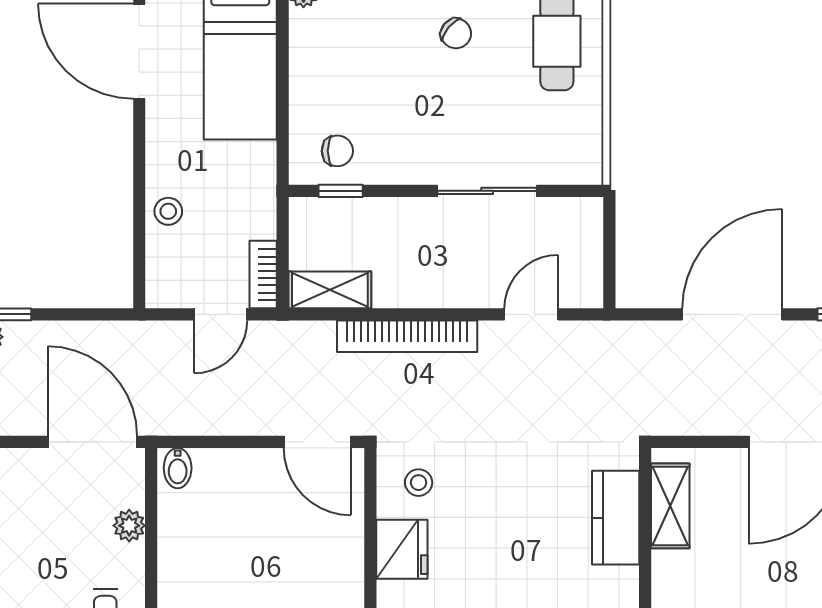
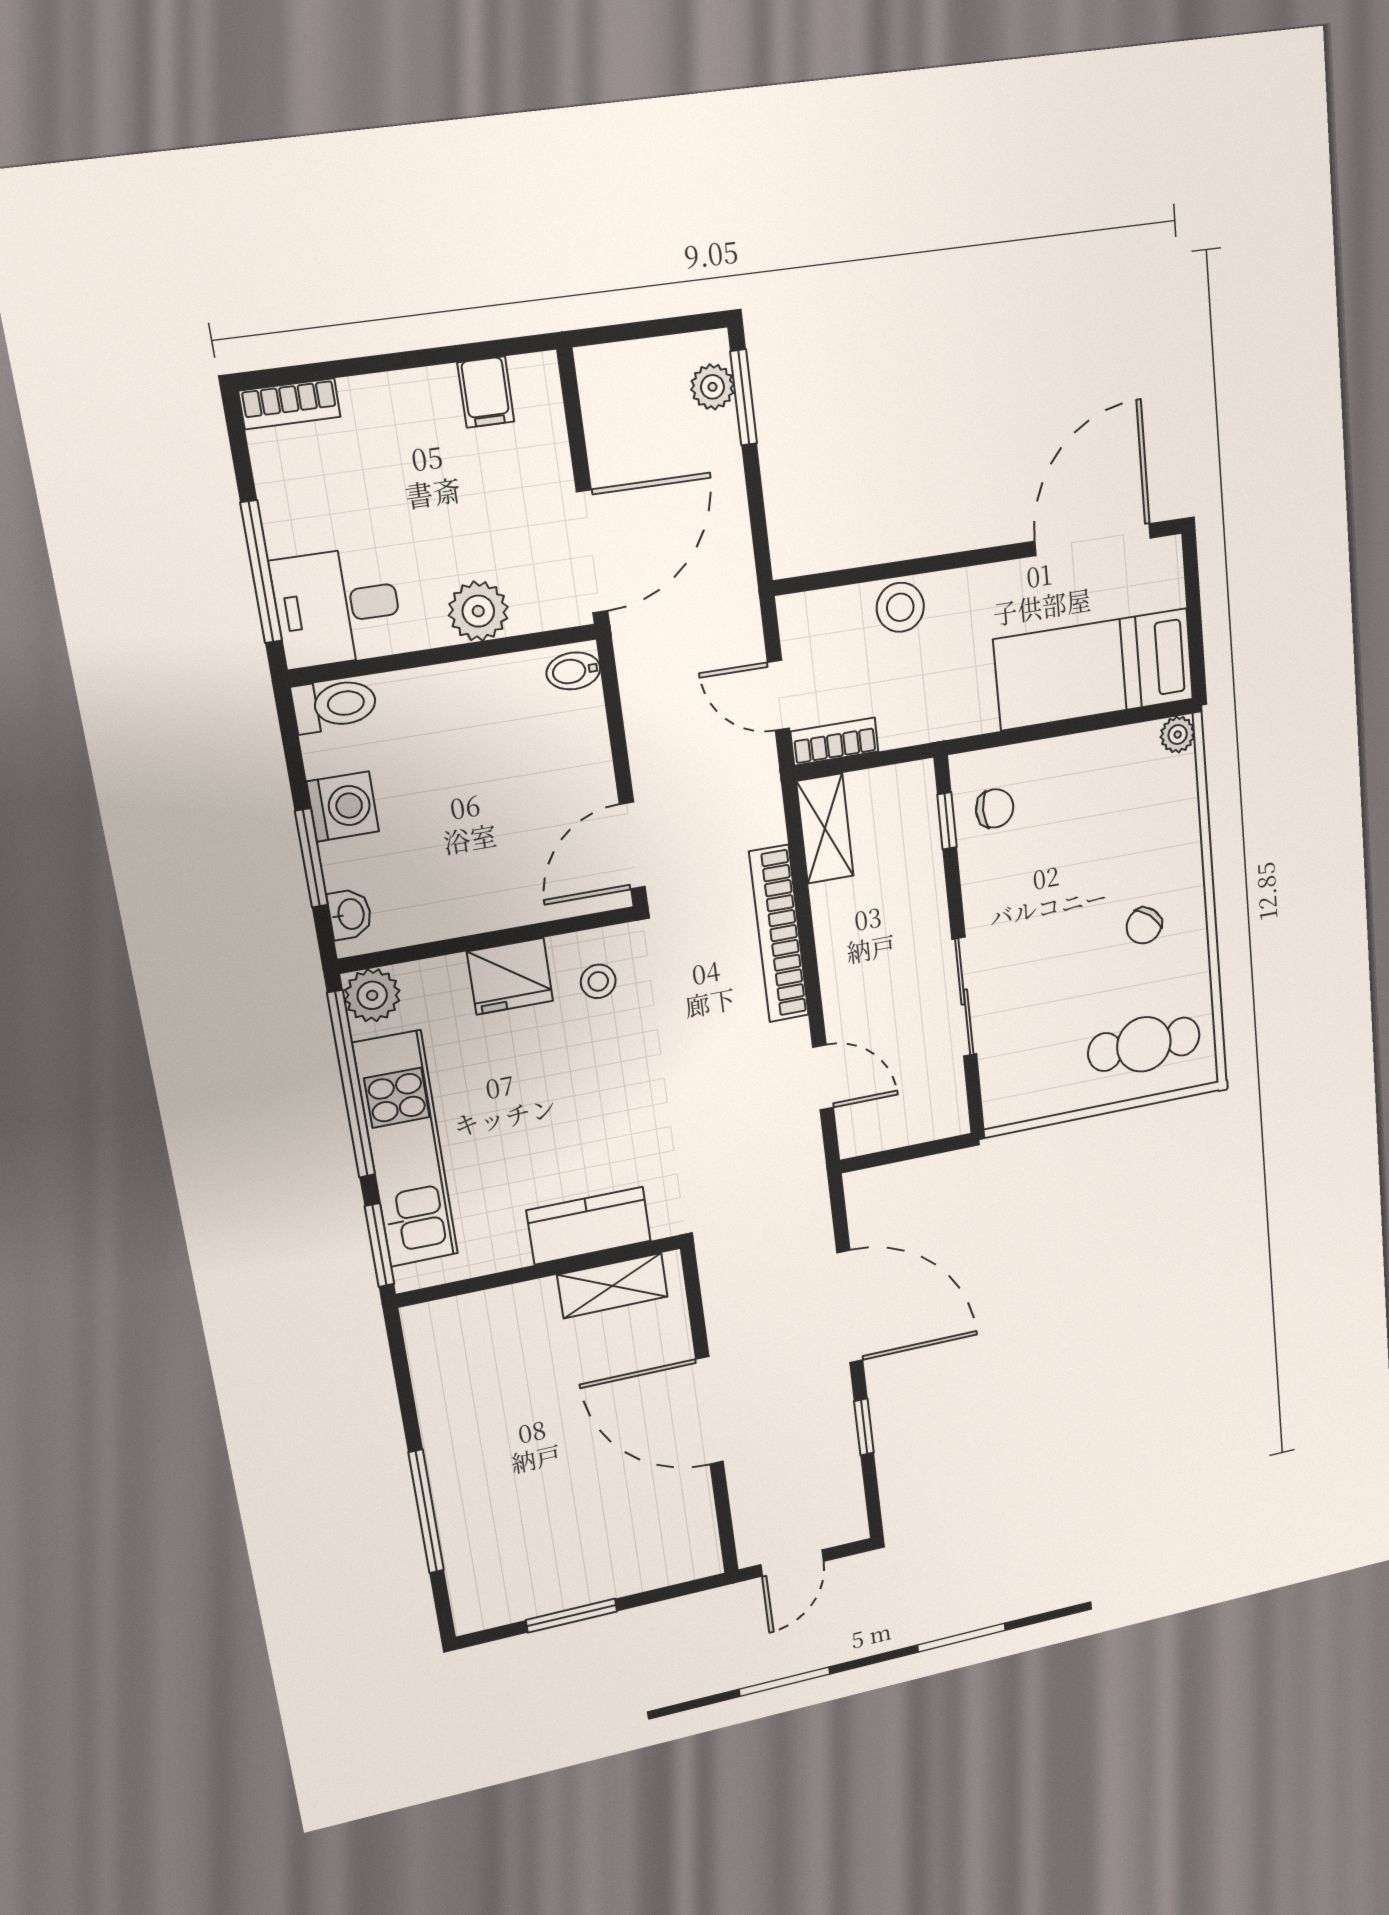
chair: (337, 151) -> (995, 808), turned -90
stool: (168, 211) -> (900, 607), width x1.37, depth x1.37
plant: (129, 526) -> (478, 611), width x1.38, depth x1.38

